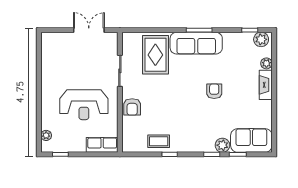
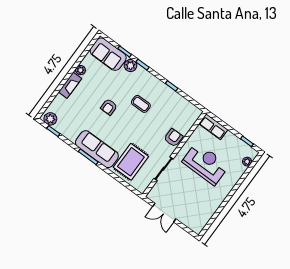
plant: (266, 63) -> (80, 70), moved
coffee table: (159, 141) -> (141, 104), moved

